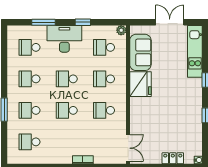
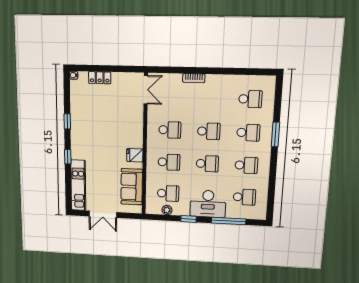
window: (43, 22) -> (229, 221), width x1.44
plant: (121, 30) -> (167, 210), moved
fridge: (140, 84) -> (135, 155), width x0.53, depth x0.75
double door: (128, 148) -> (146, 90), swing flipped

